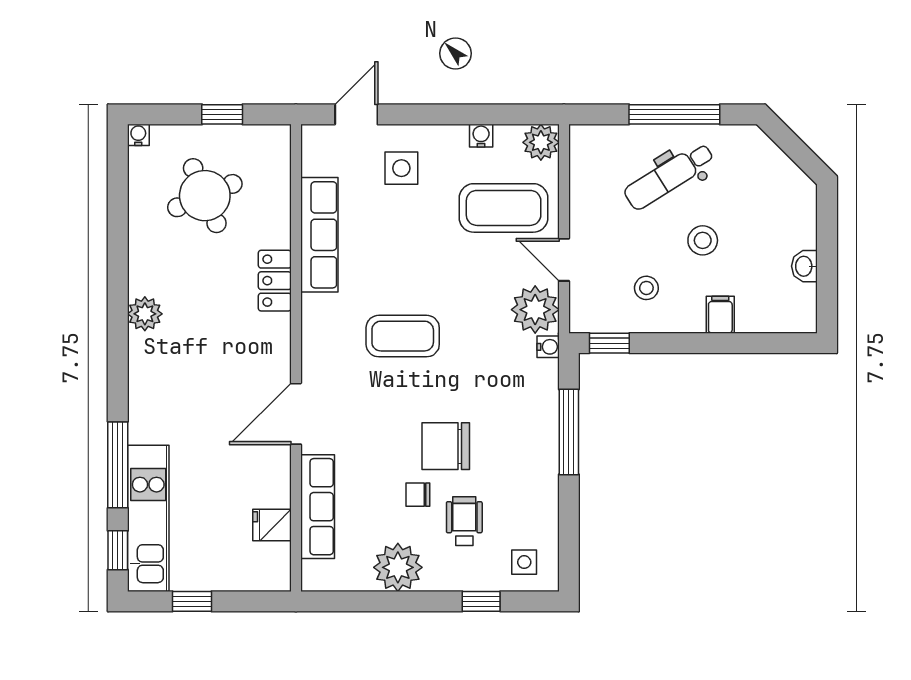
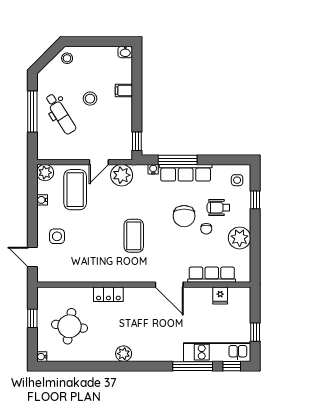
round table: (205, 196) -> (70, 326), turned 31
row of seats: (319, 235) -> (186, 173), moved, turned 180
washbasin: (804, 266) -> (125, 52), moved
stool: (646, 288) -> (67, 58), moved
water cooler: (548, 347) -> (153, 169), moved

